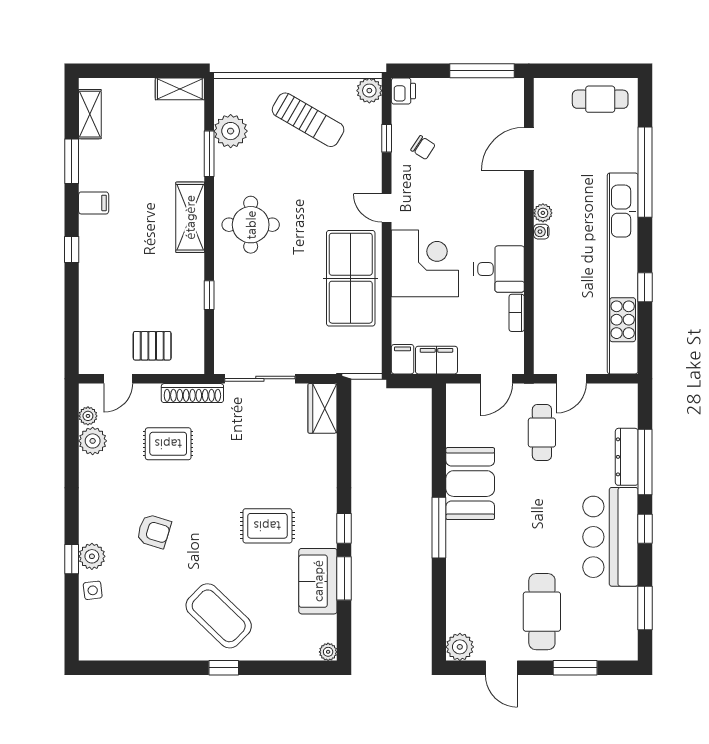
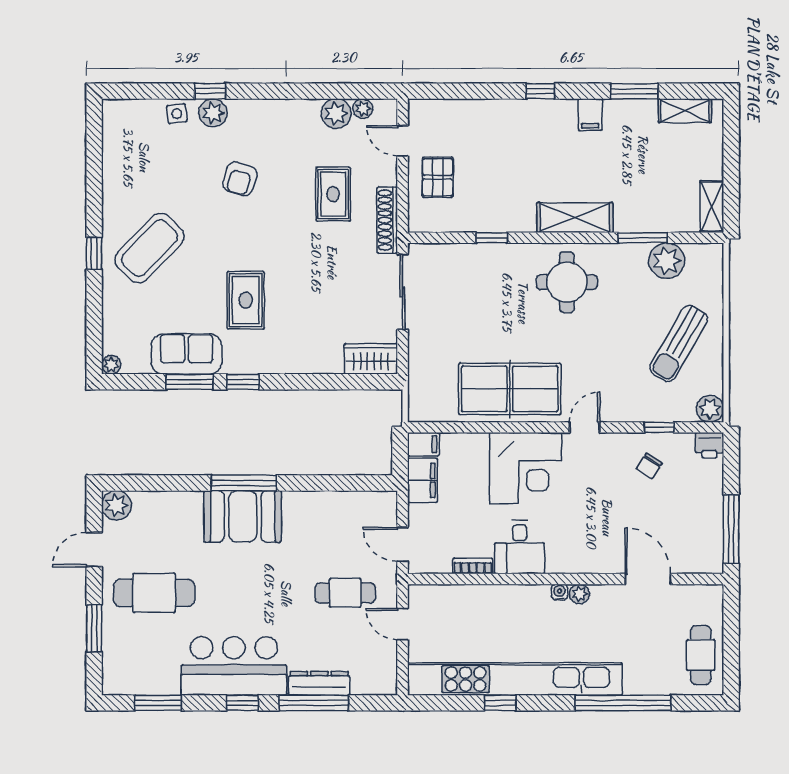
booth: (470, 484) -> (243, 516), moved

